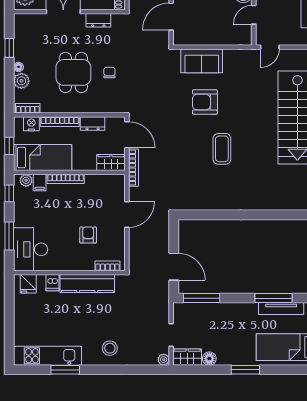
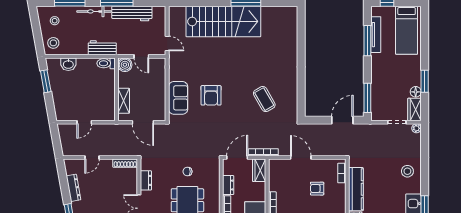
coffee table: (222, 149) -> (264, 99), moved, turned 60
window: (245, 370) -> (425, 81), moved

